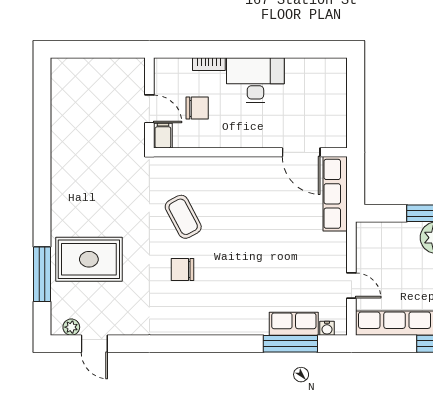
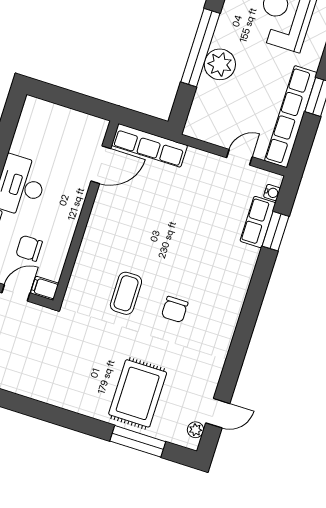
chair: (197, 108) -> (29, 248), turned -90
coffee table: (183, 217) -> (126, 293), turned -62
window: (290, 344) -> (276, 231), width x0.69

